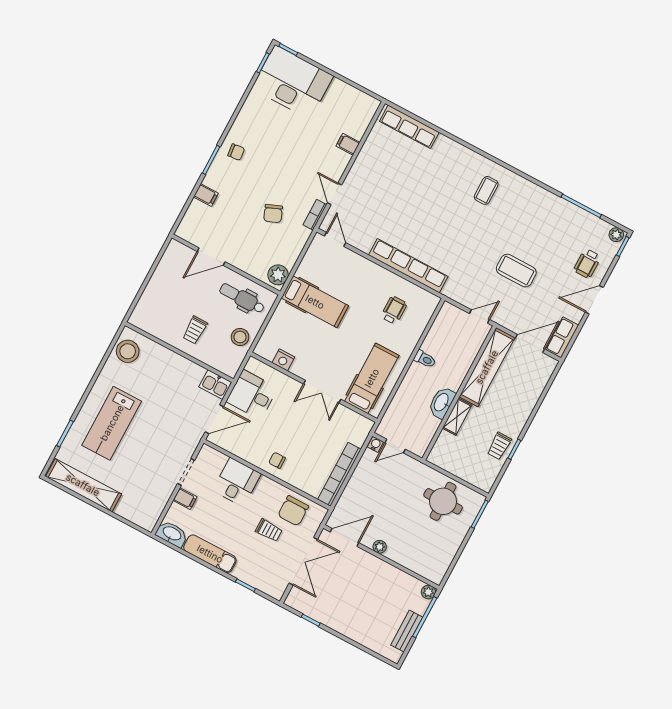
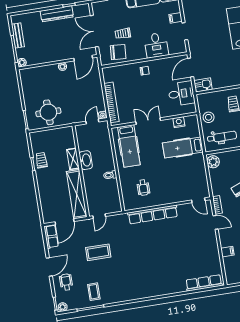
coffee table: (486, 190) -> (94, 292), moved
hospital bed: (315, 302) -> (183, 147), moved
bookcase: (339, 474) -> (112, 102), moved
chair: (293, 511) -> (118, 52), turned 94
dresser: (335, 621) -> (57, 14), added

